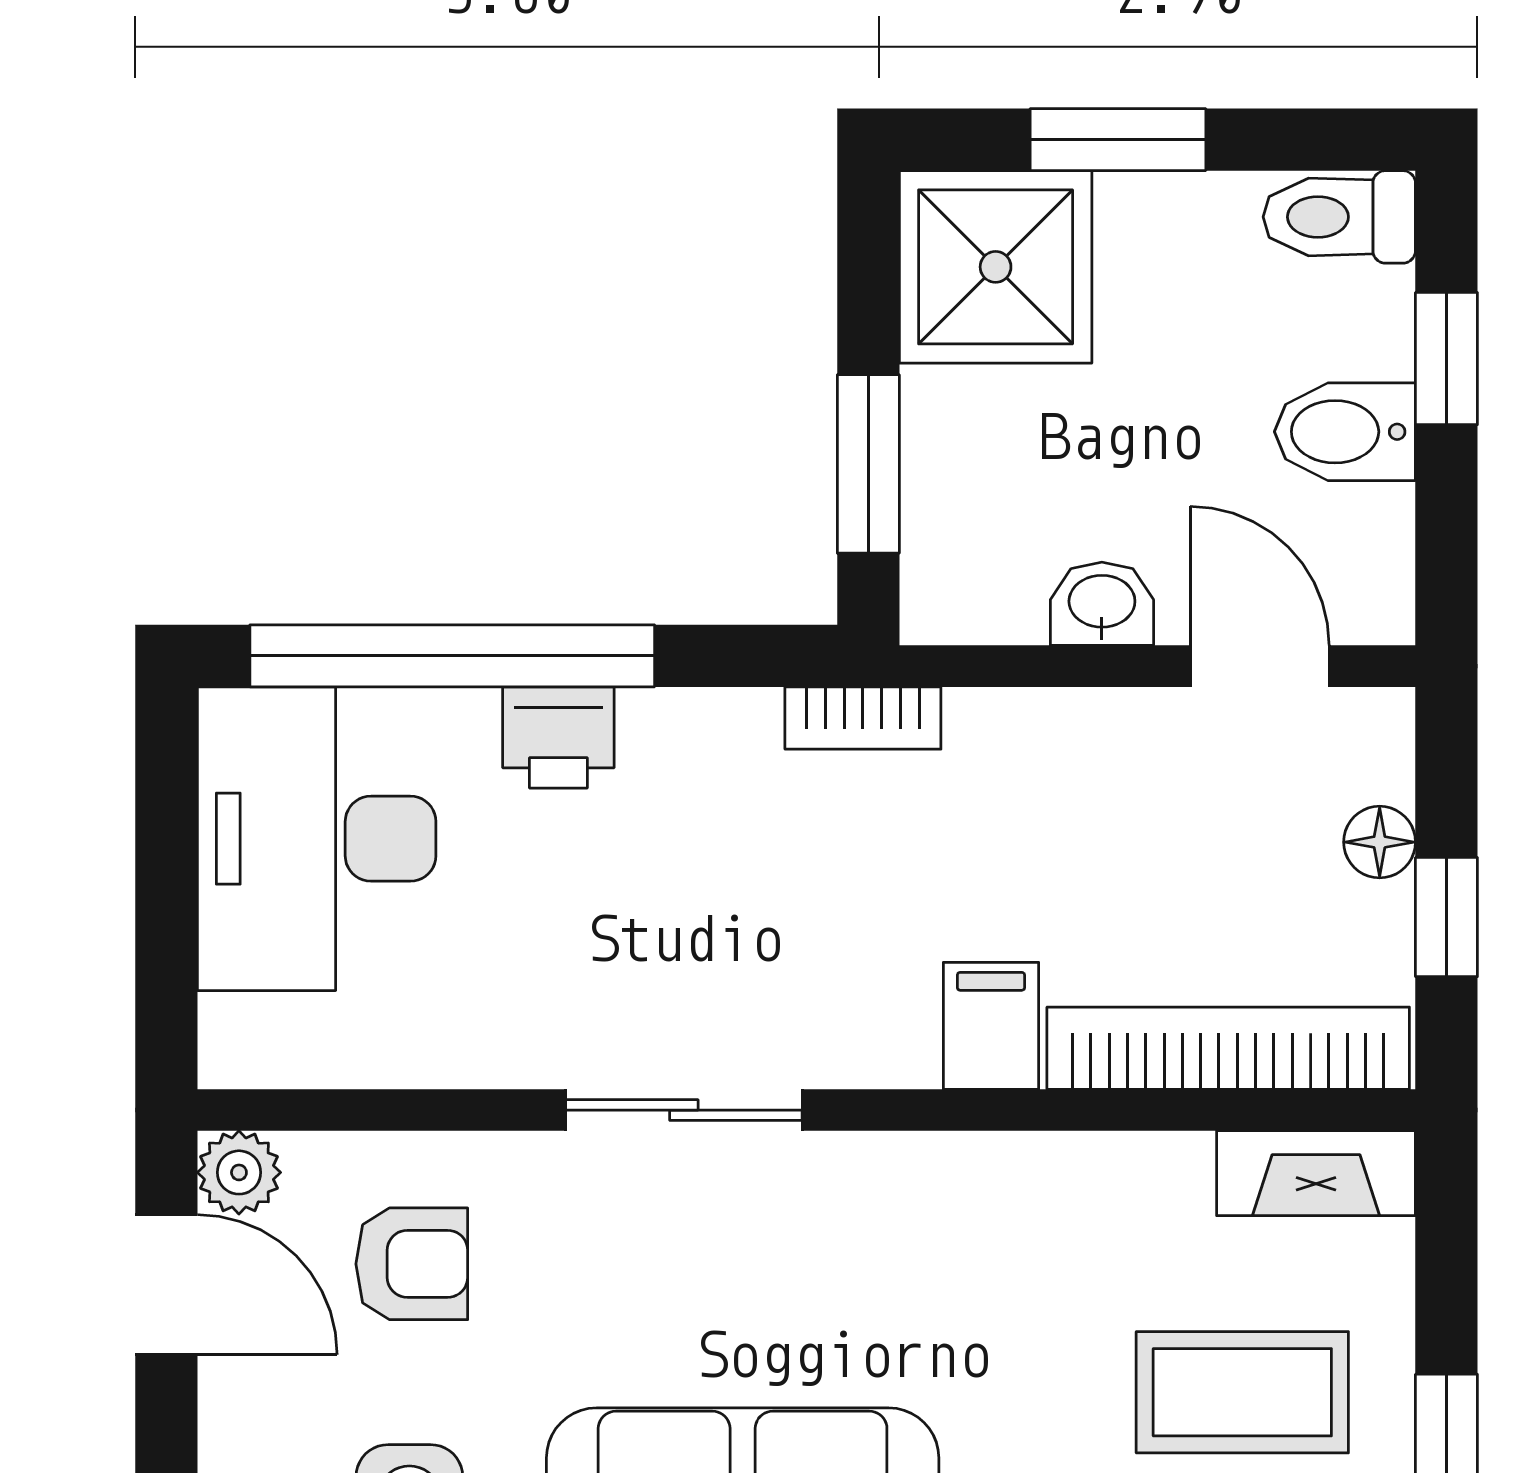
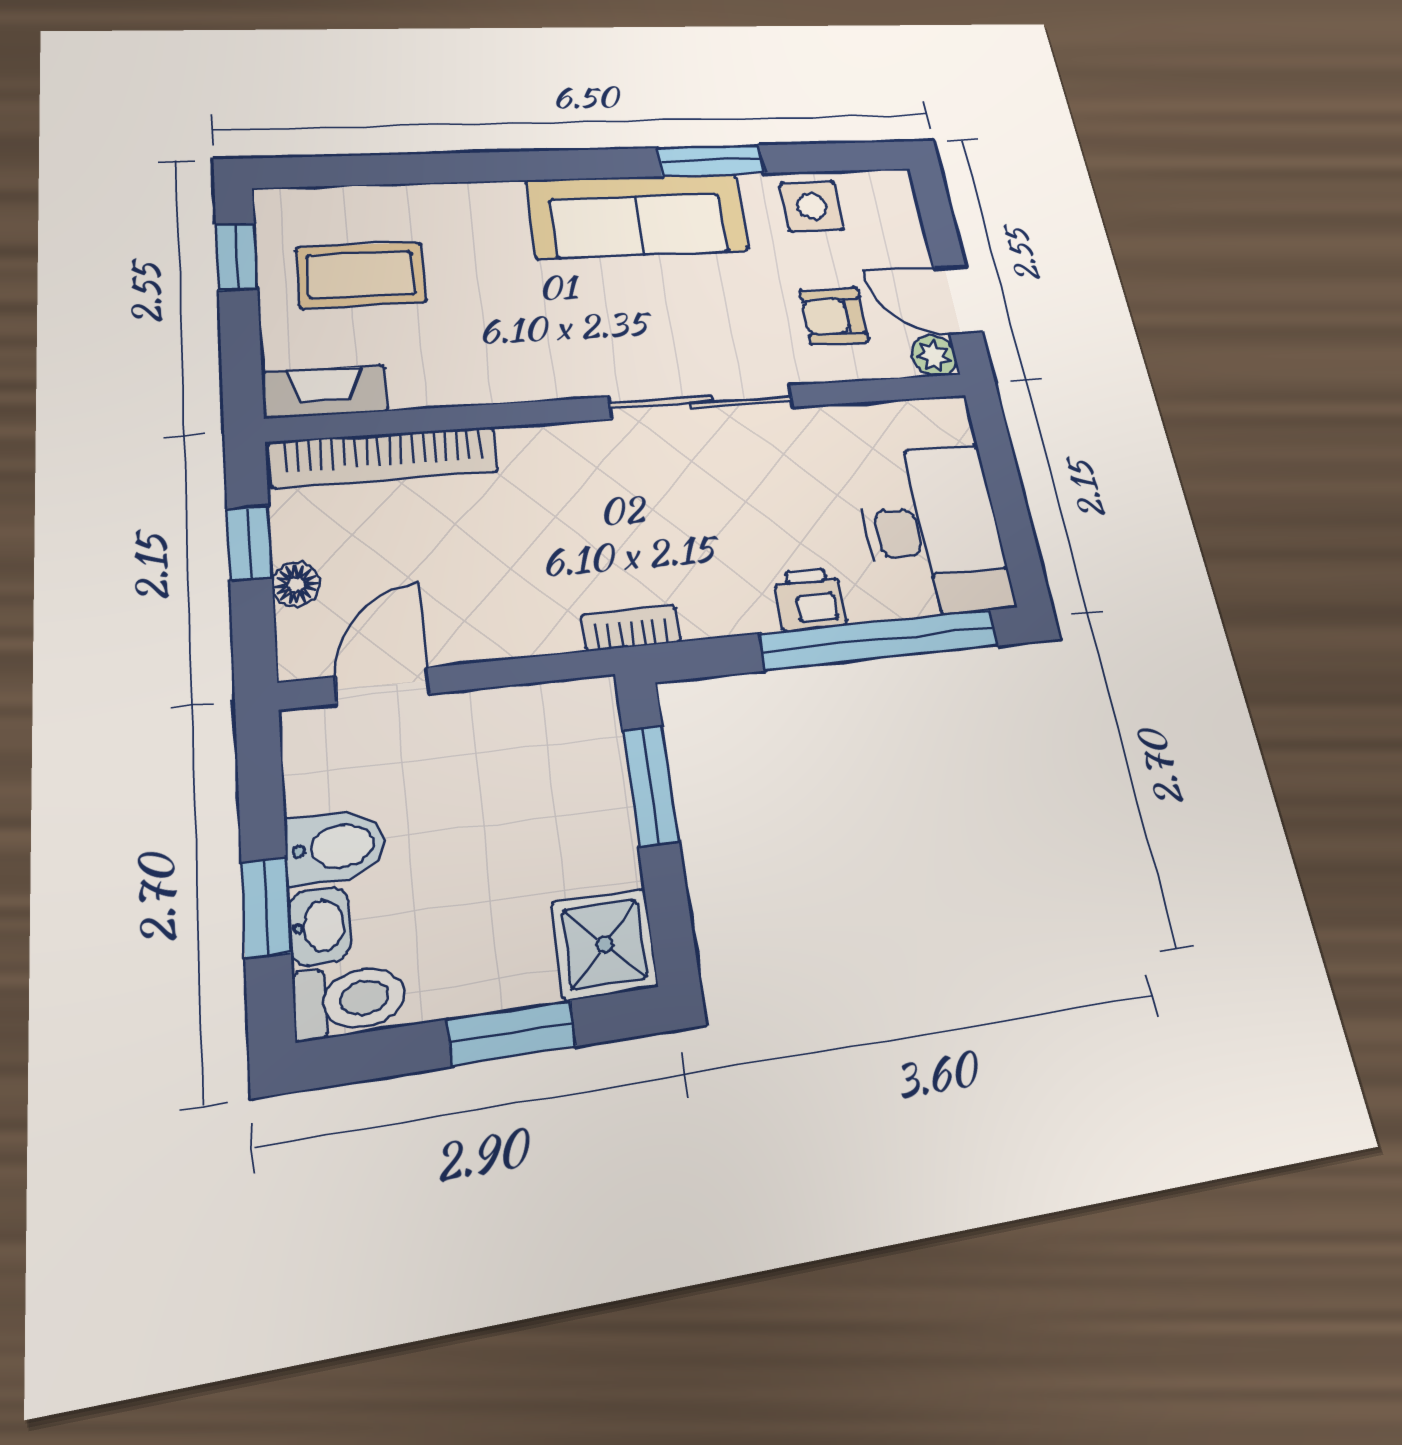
shower: (996, 267) -> (605, 944), width x0.73, depth x0.73
washbasin: (1102, 604) -> (320, 926), moved, turned -90
door: (1260, 666) -> (383, 685), swing flipped
filing cabinet: (991, 1026) -> (531, 459), removed
sliding door: (684, 1110) -> (702, 402), width x1.37

